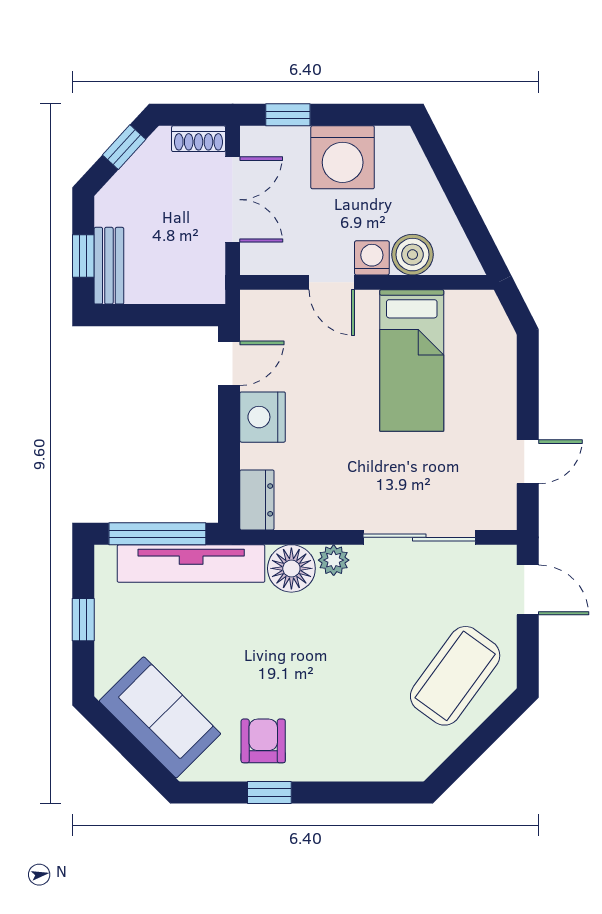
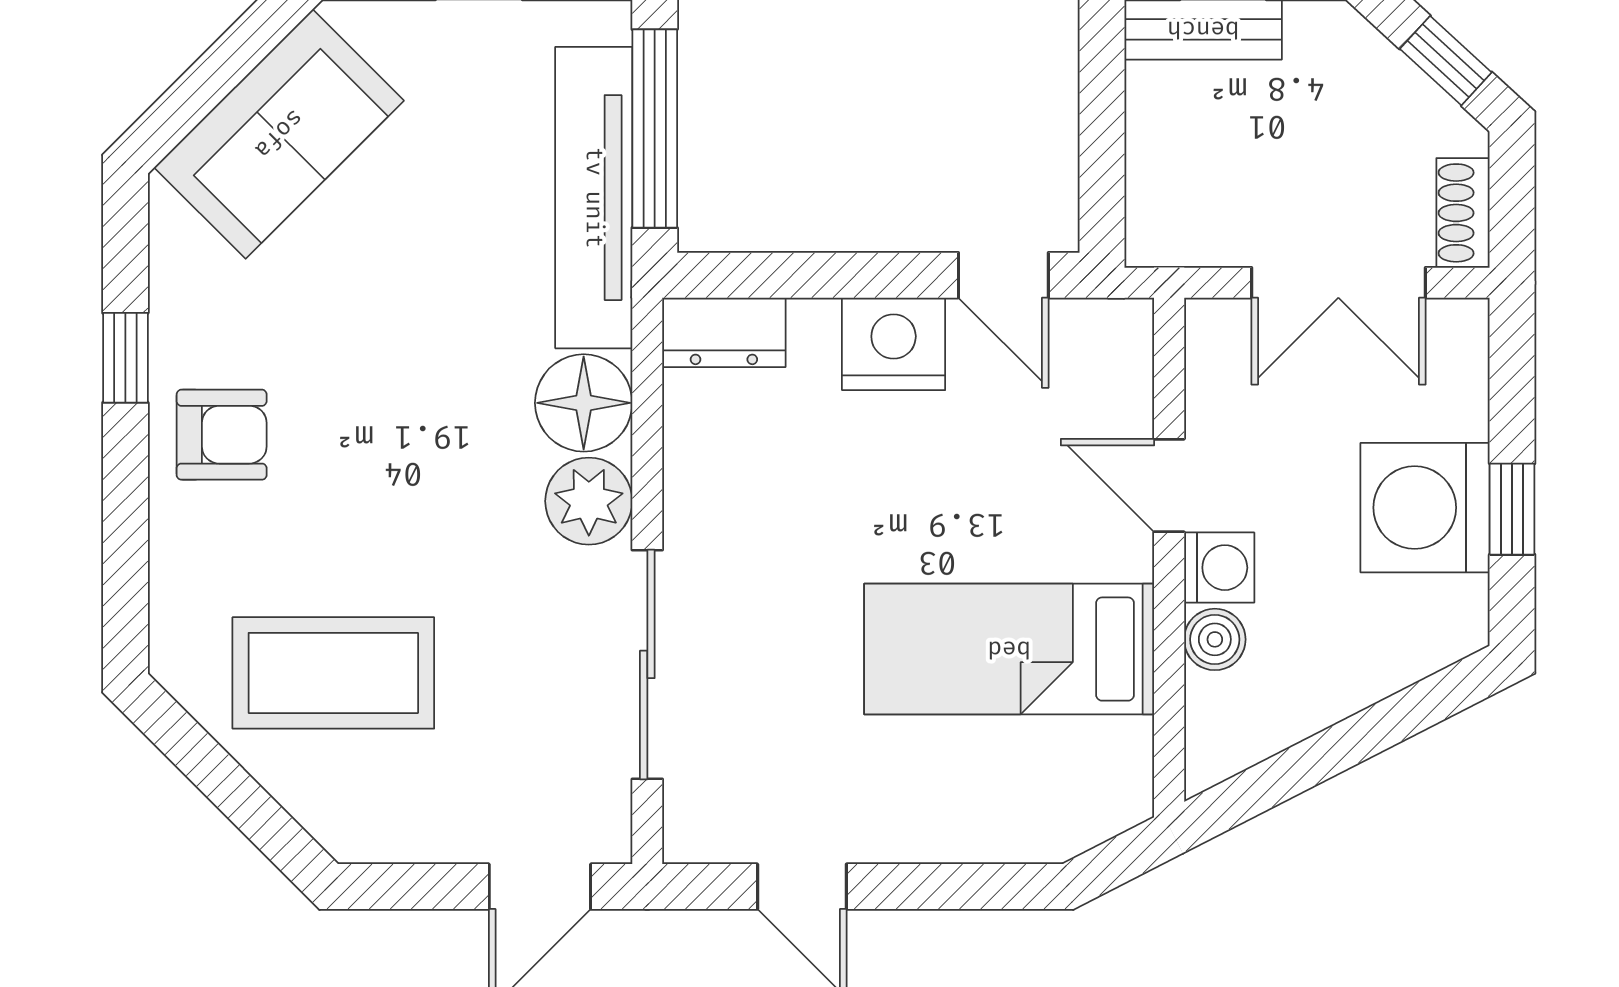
window: (288, 115) -> (1512, 509), moved
boiler: (412, 255) -> (1215, 639), width x0.73, depth x0.73
door: (332, 282) -> (1169, 485), hinge flipped
plant: (334, 560) -> (589, 501), width x1.38, depth x1.38
coffee table: (455, 676) -> (333, 673), moved, turned -36
armchair: (263, 741) -> (222, 435), moved

